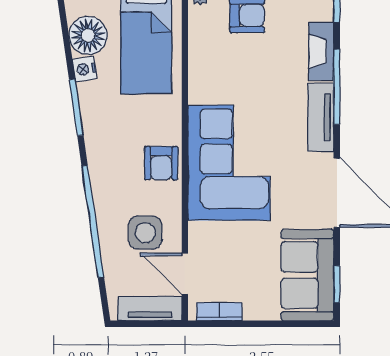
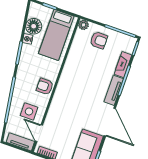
armchair: (161, 163) -> (45, 86), turned 90
corner sofa: (229, 163) -> (71, 96), removed

